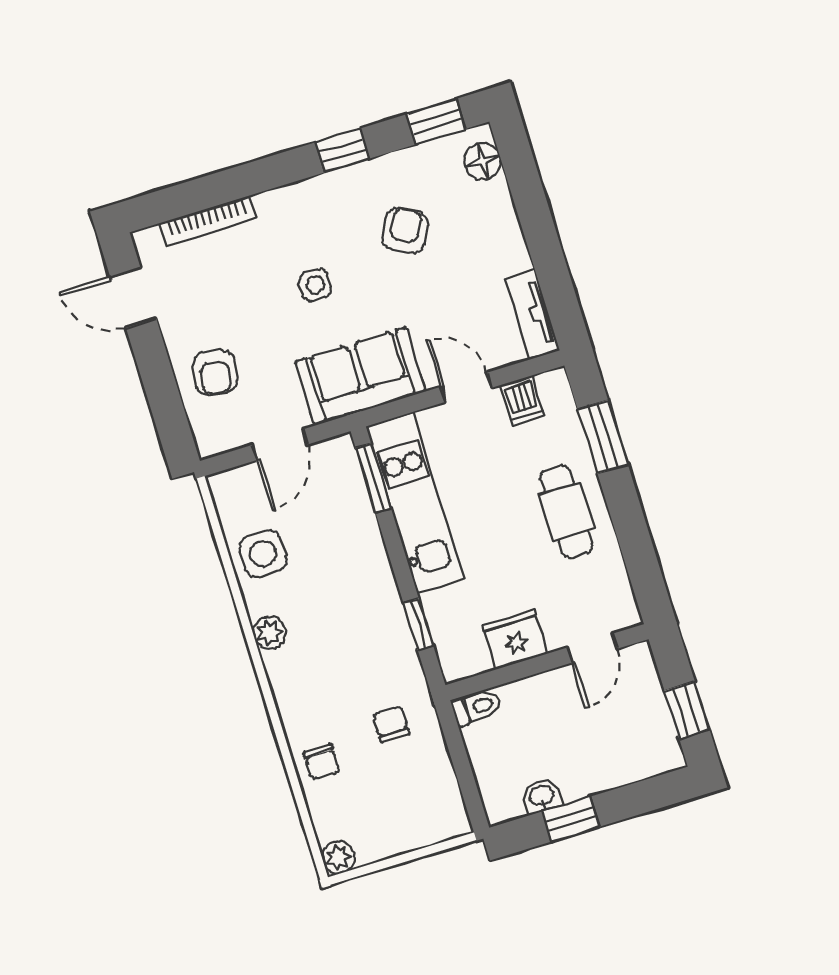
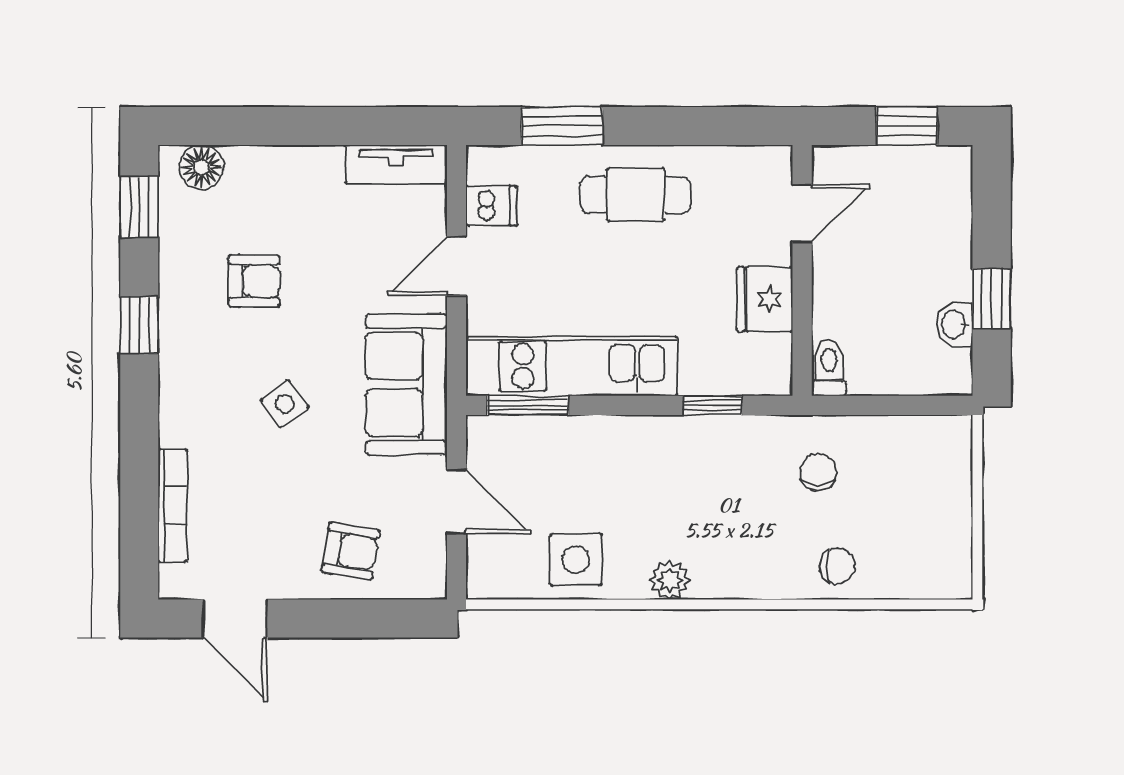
armchair: (405, 231) -> (254, 281), turned 153
side table: (315, 285) -> (285, 404), turned -36
door: (133, 298) -> (235, 618), hinge flipped
door: (592, 648) -> (802, 213), hinge flipped
chair: (391, 724) -> (818, 472), turned 90
plant: (338, 857) -> (953, 580), removed

